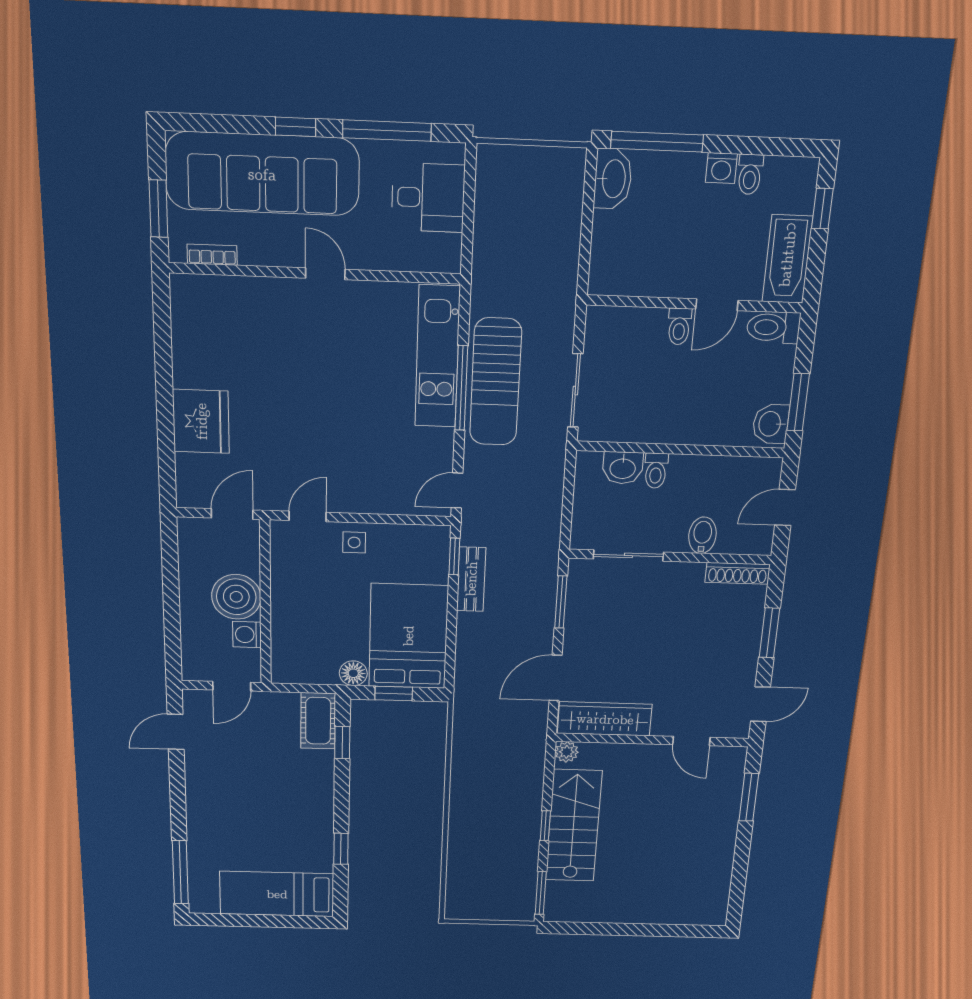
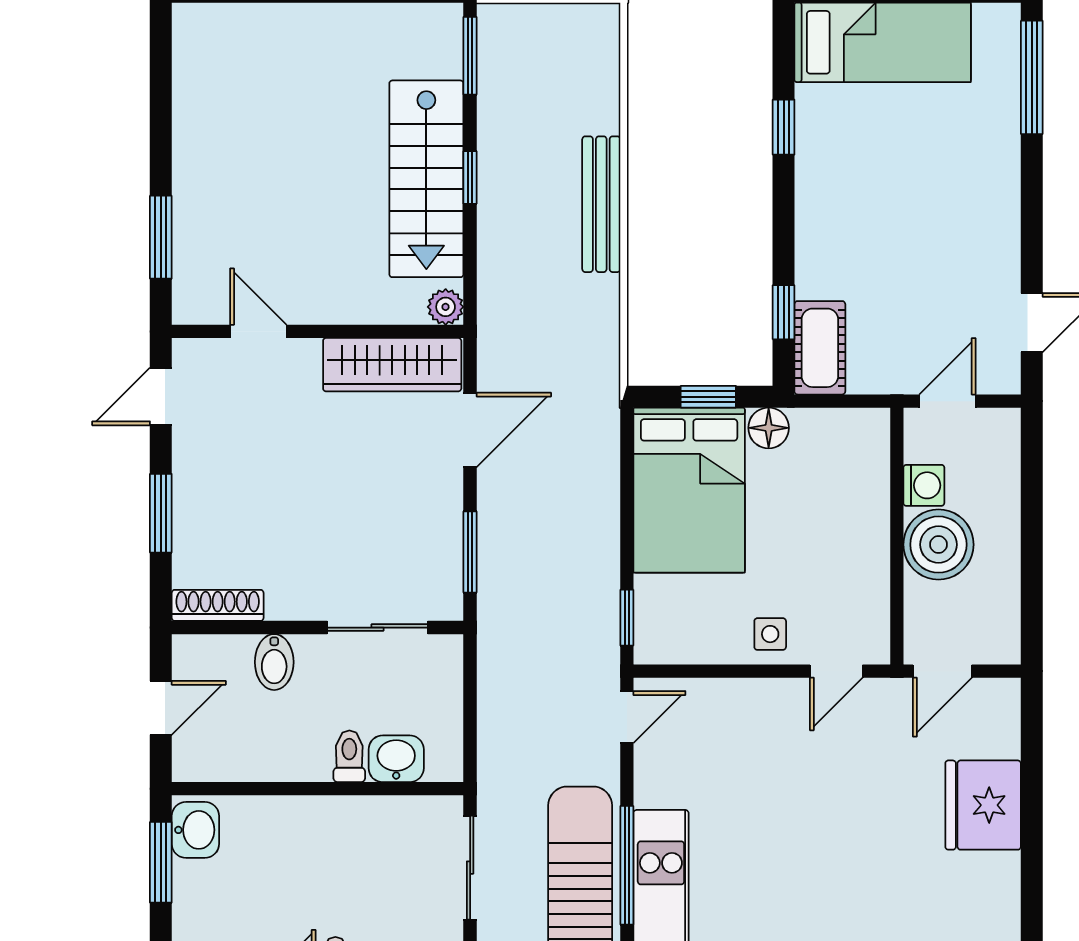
bench: (471, 579) -> (601, 204), moved, width x1.36

